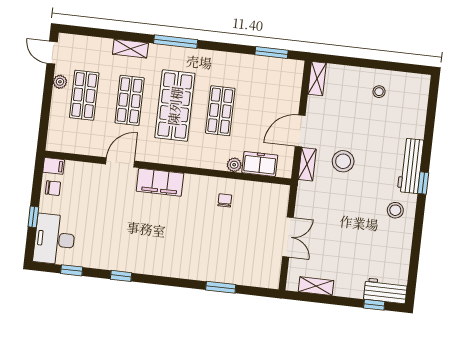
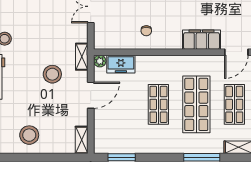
stool: (379, 92) -> (29, 135), width x1.89, depth x1.89
shelving: (307, 164) -> (82, 57), moved
plant: (234, 165) -> (100, 61), moved

